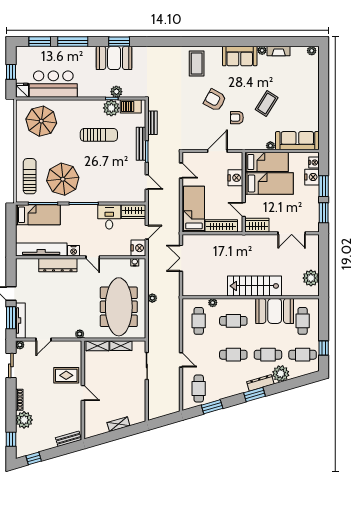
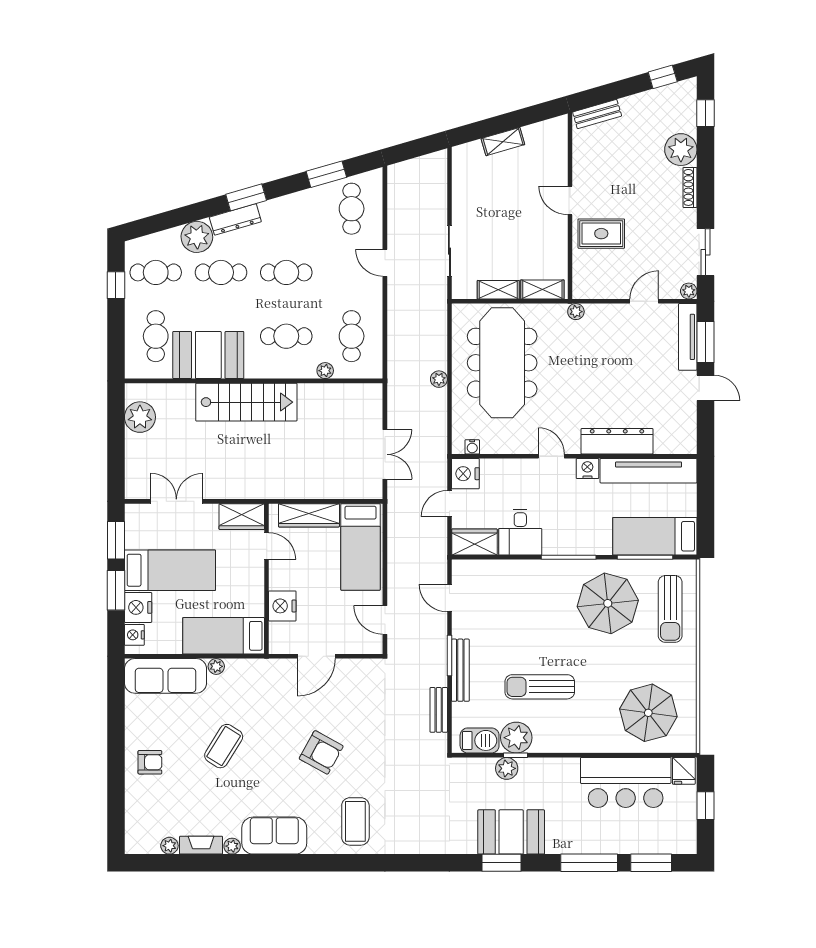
plant: (312, 51) -> (169, 846), moved
armchair: (237, 118) -> (150, 762), moved
bed: (269, 183) -> (170, 570), moved, turned 180

